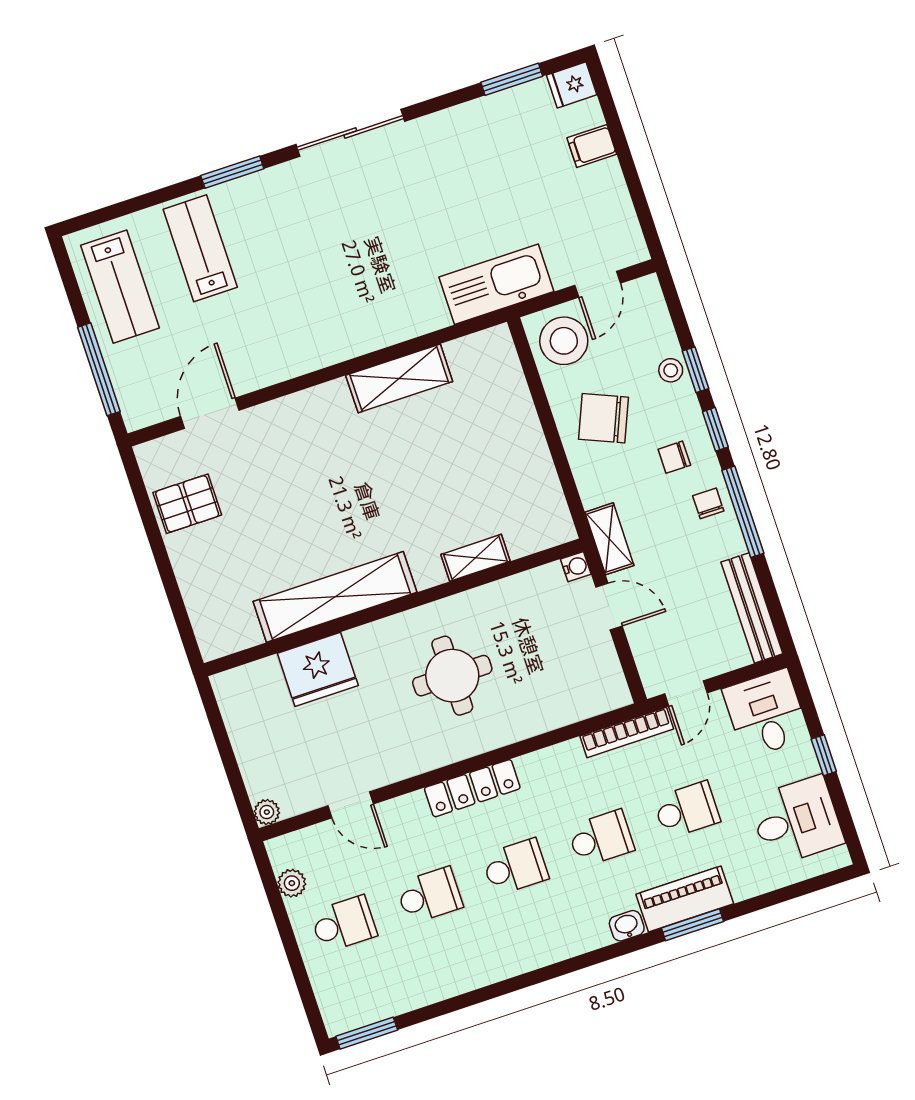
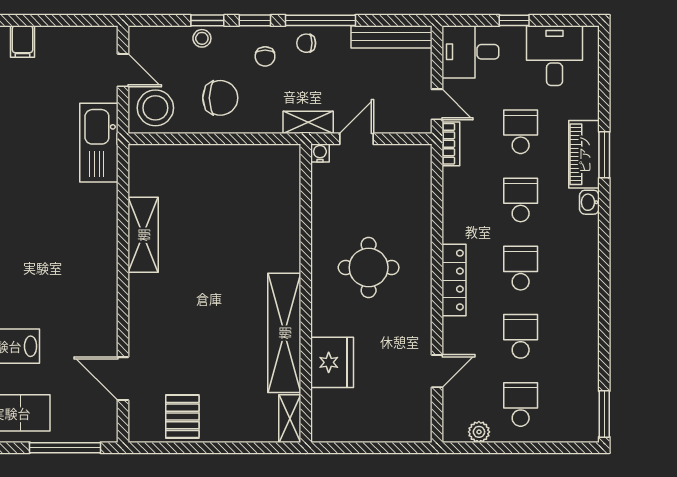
chair: (603, 418) -> (220, 98), turned -113
shelving: (475, 558) -> (290, 419), moved
bookcase: (627, 732) -> (451, 144), width x0.64
plant: (267, 812) -> (422, 433), removed

